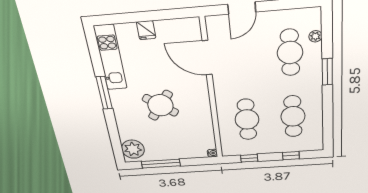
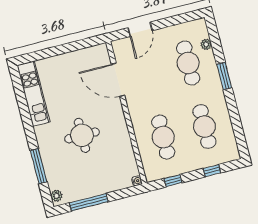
fridge: (146, 30) -> (63, 62), removed
window: (104, 93) -> (39, 166), moved
round table: (160, 105) -> (82, 135), turned -36
plant: (133, 149) -> (57, 196), width x0.53, depth x0.53

